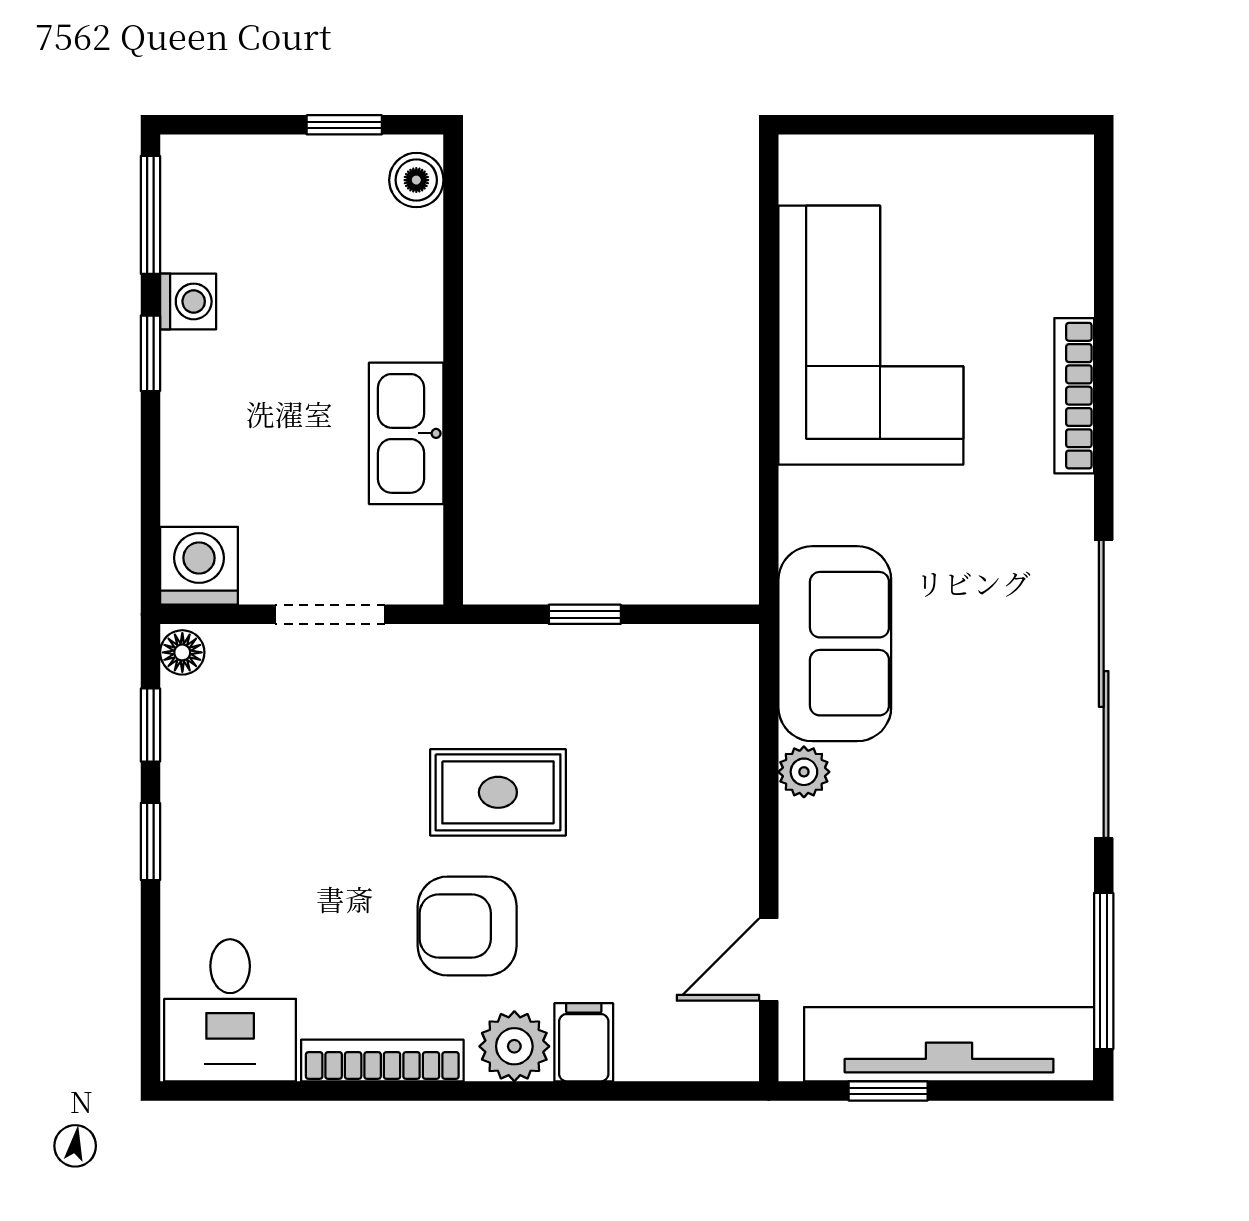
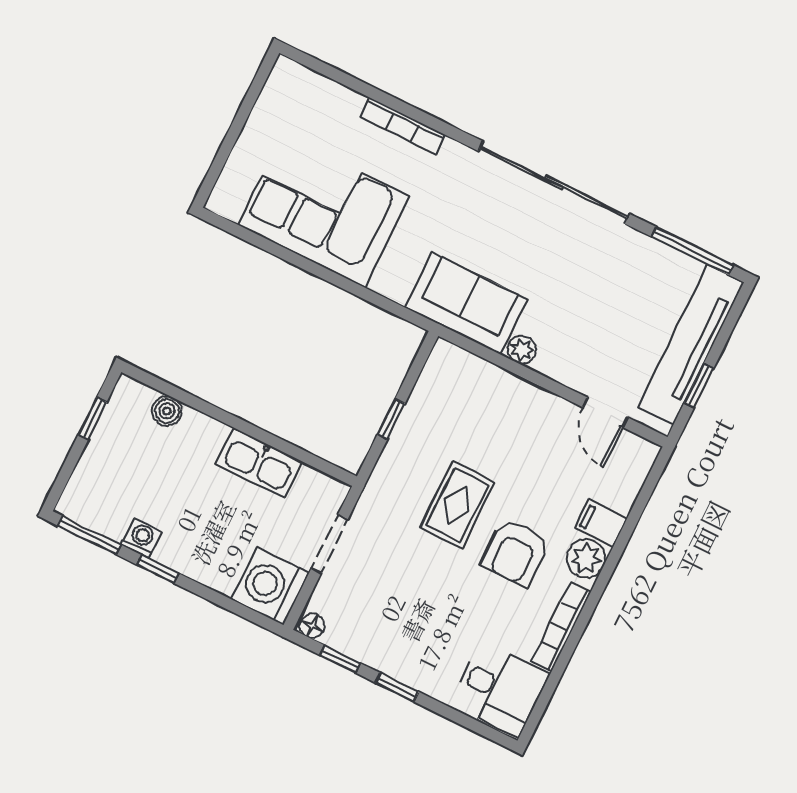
boiler: (416, 180) -> (167, 411), moved
washing machine: (199, 566) -> (270, 586), width x1.37, depth x1.37

